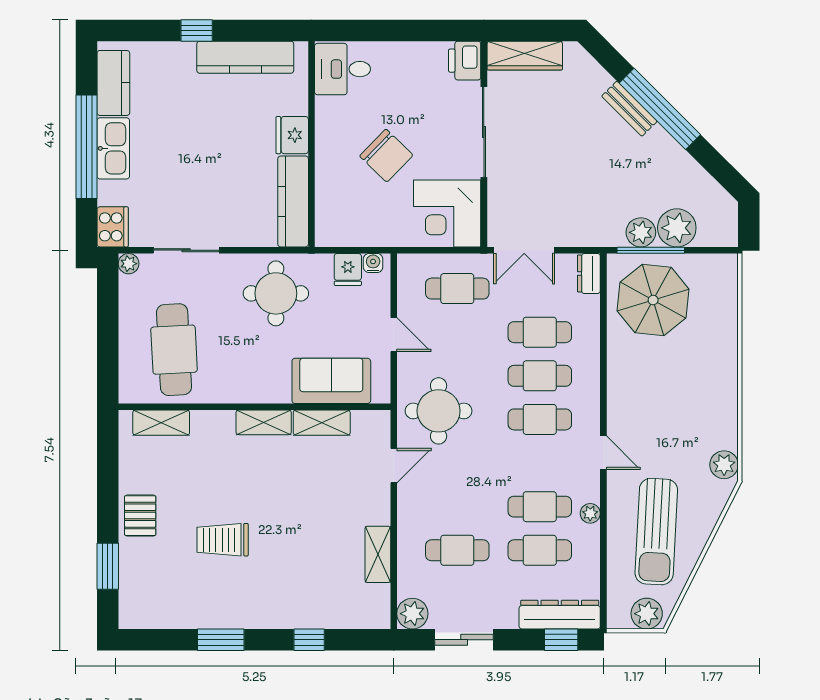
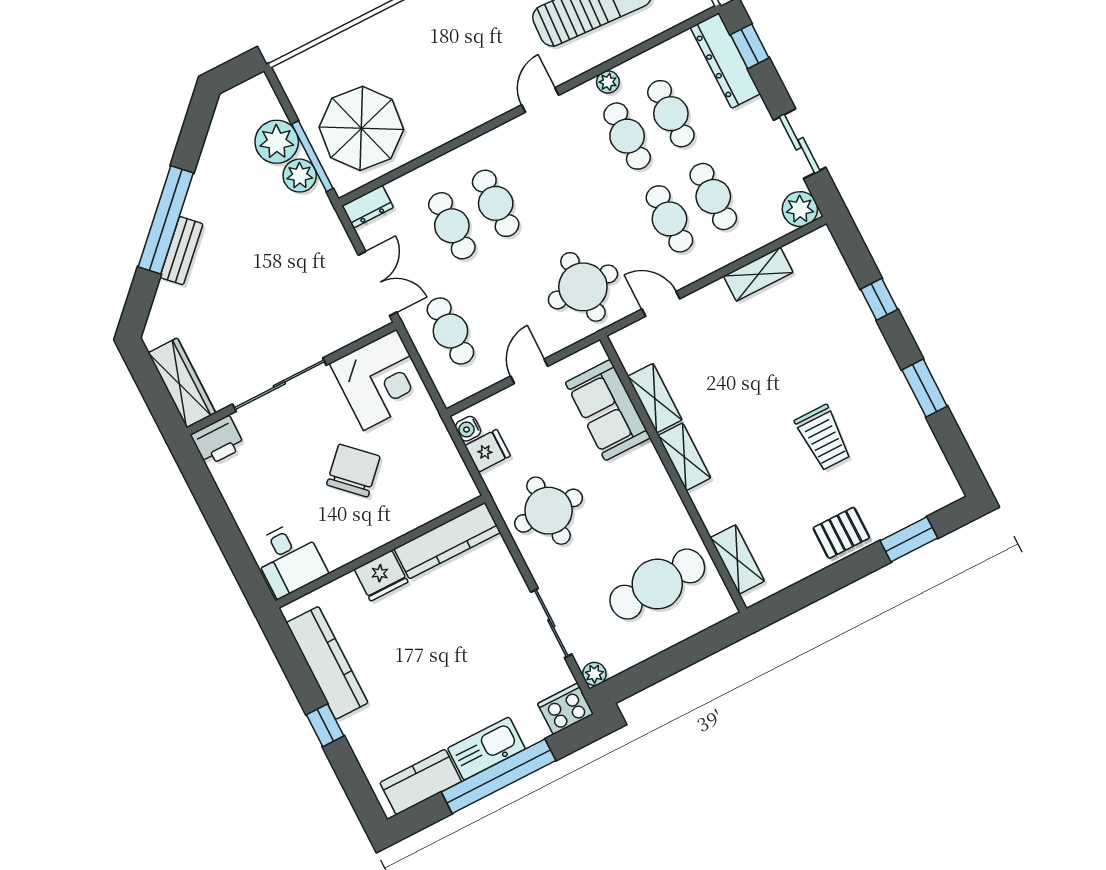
cafe table: (540, 419) -> (669, 219), moved

